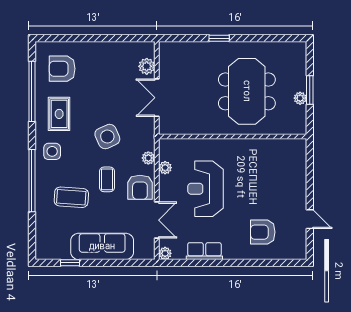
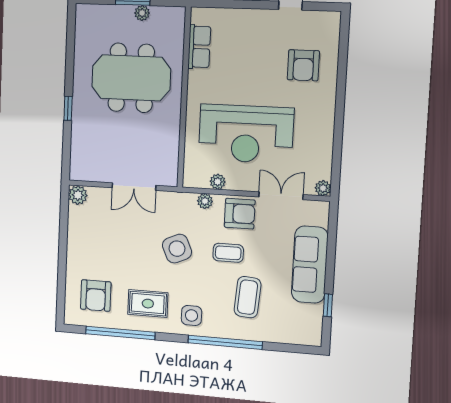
plant: (147, 66) -> (78, 195), moved
reception desk: (206, 189) -> (246, 134), width x1.36, depth x1.30
row of seats: (204, 251) -> (199, 47), moved, turned 180

